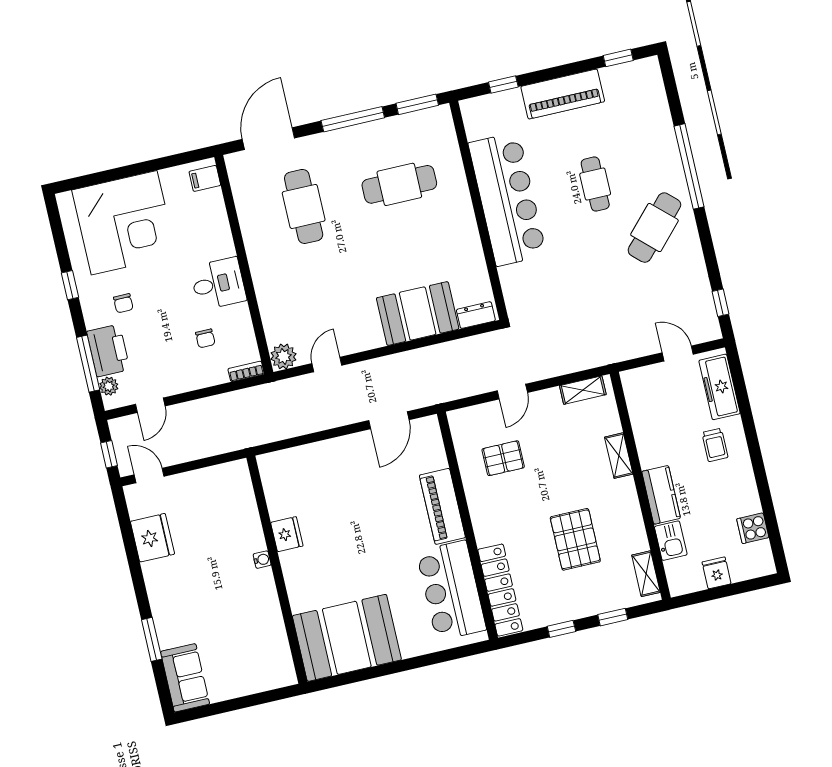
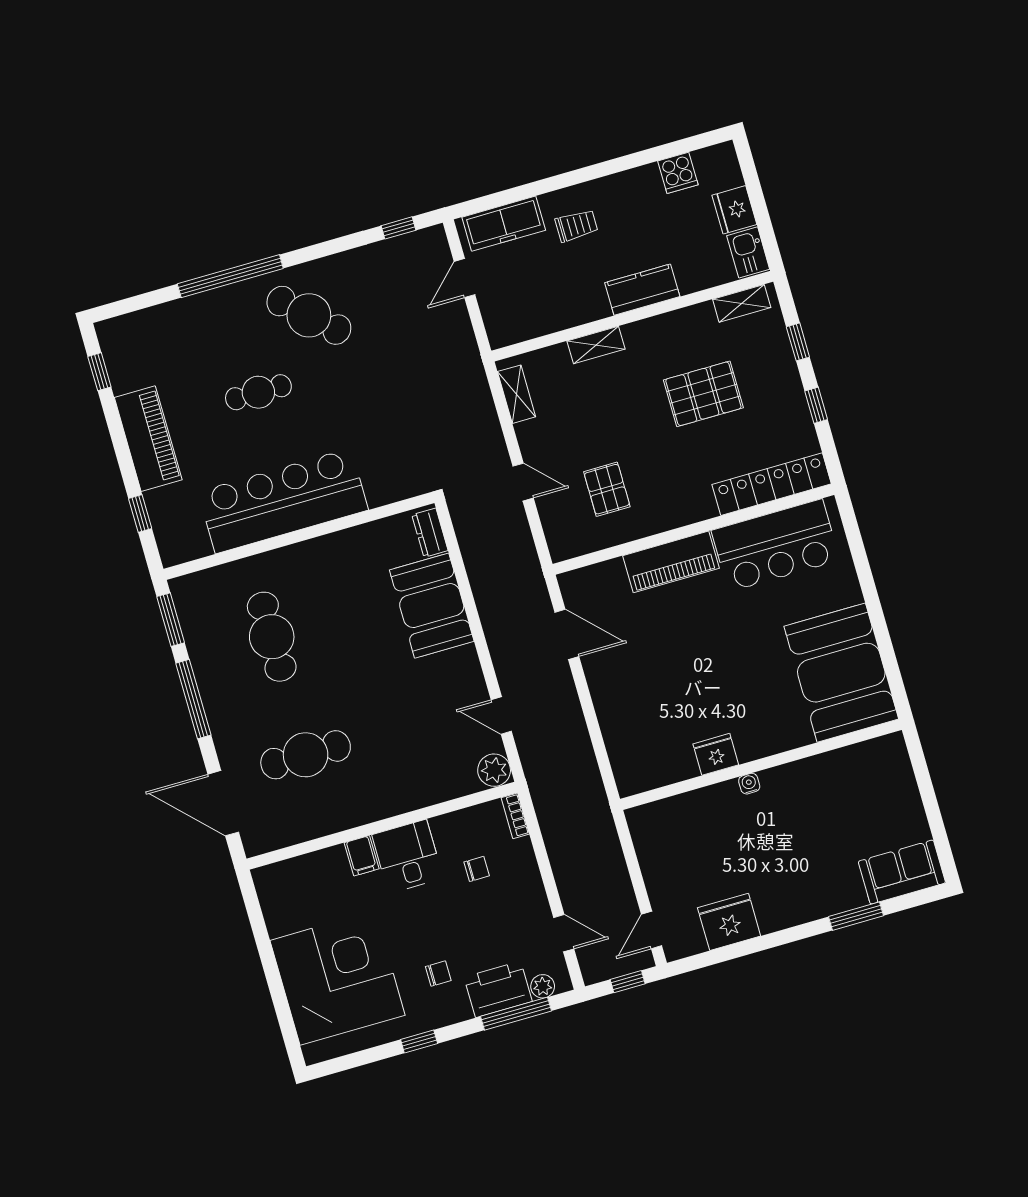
filing cabinet: (205, 178) -> (362, 856), moved
kitchen sink: (671, 541) -> (748, 252), moved, turned -90
fridge: (717, 573) -> (734, 210), width x1.38

